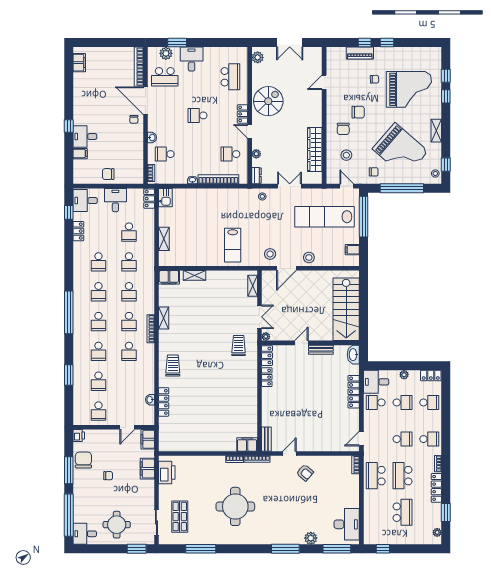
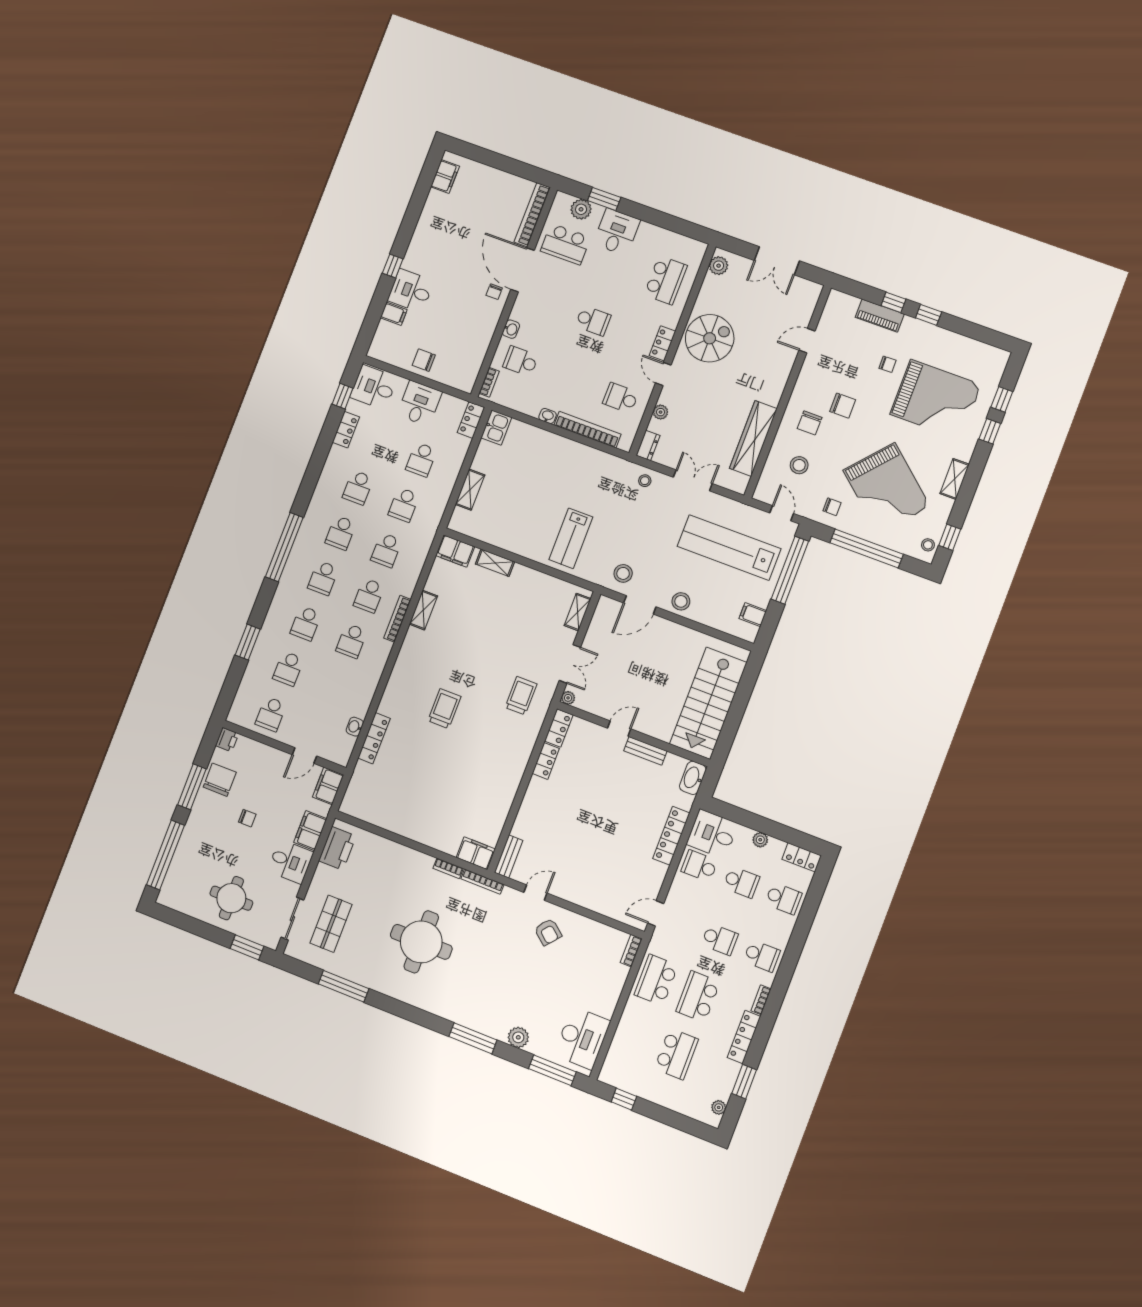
school desk: (198, 115) -> (593, 321), turned 180
trolley: (173, 366) -> (444, 709), moved
desk: (85, 534) -> (290, 862), moved, turned 180

